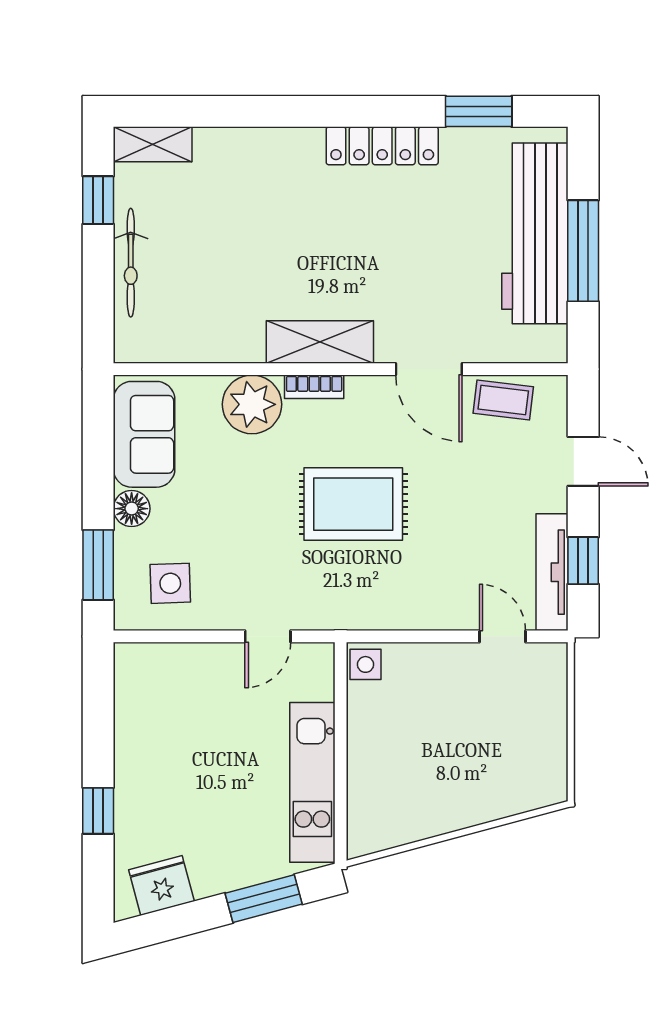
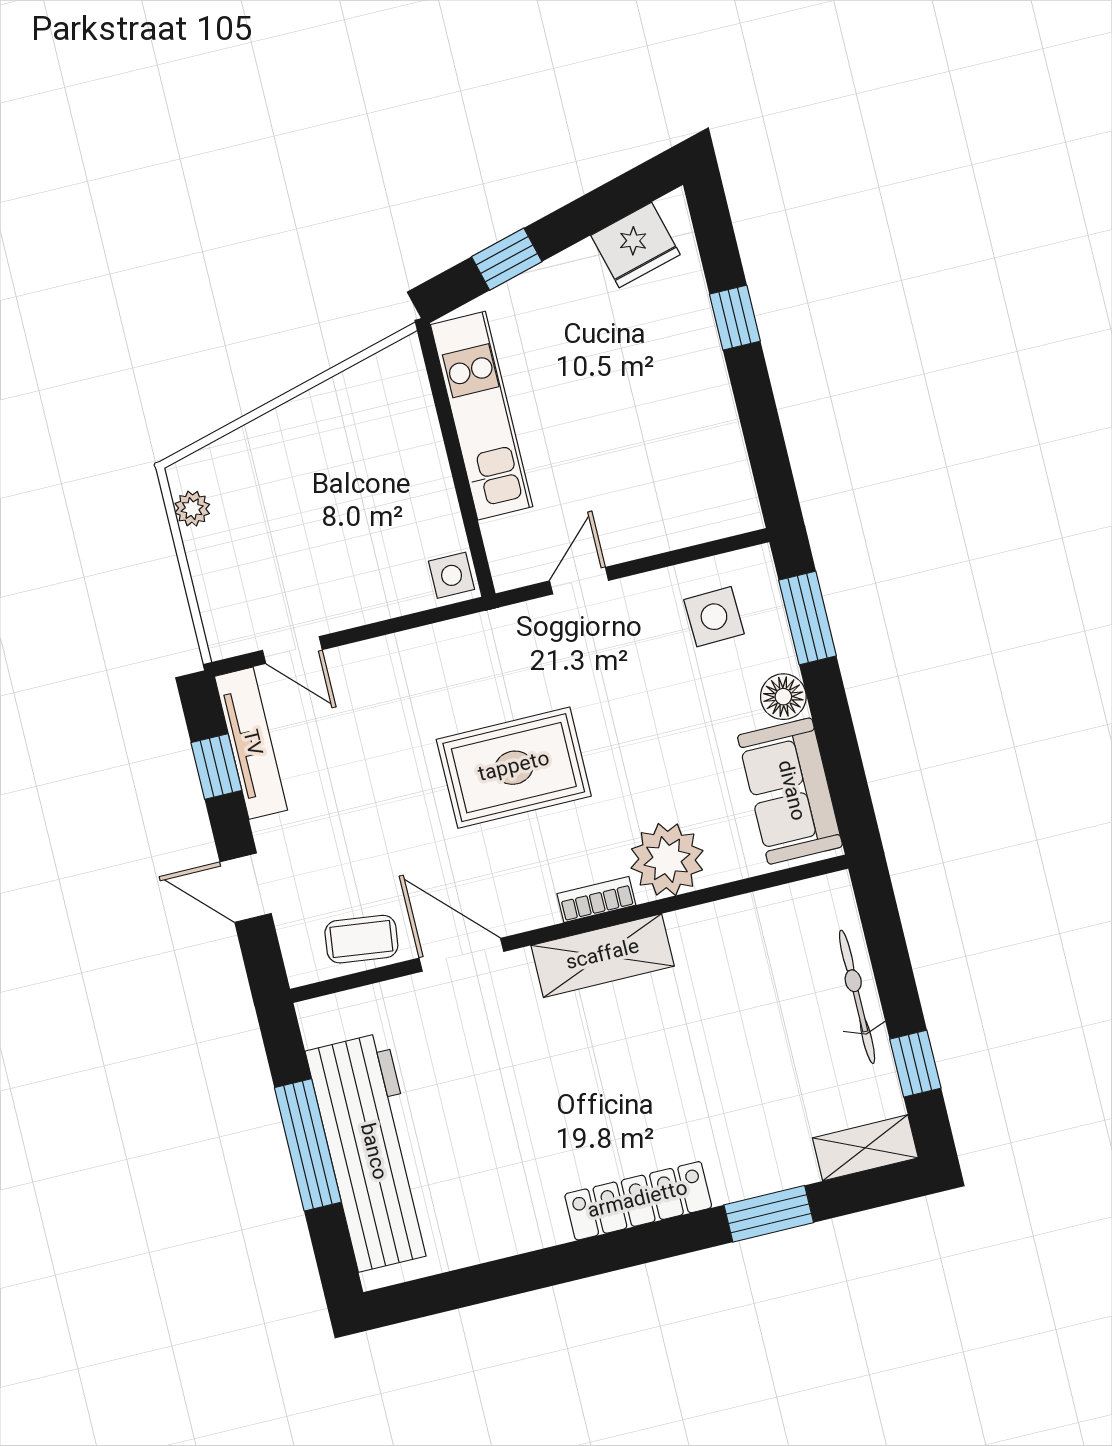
window: (479, 111) -> (769, 1214), moved
locker: (382, 146) -> (638, 1201), moved
plant: (554, 765) -> (192, 509), added
window: (264, 899) -> (507, 259), width x0.67

